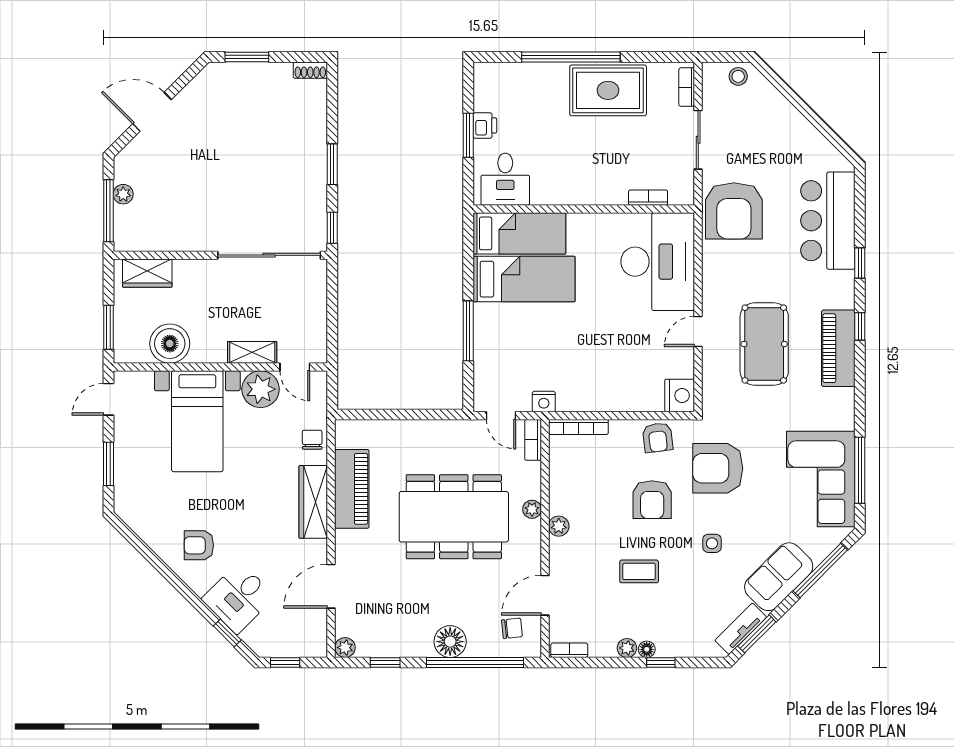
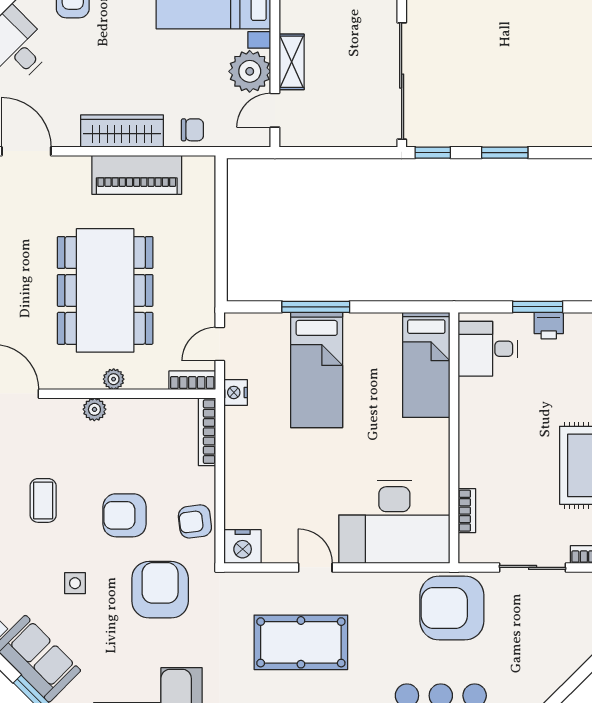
bed: (524, 279) -> (317, 370), moved

